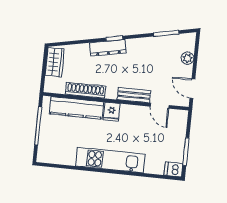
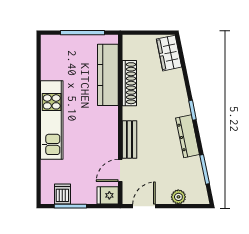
dresser: (108, 48) -> (188, 136), moved
wardrobe: (55, 62) -> (169, 53), moved, turned 78
fridge: (112, 112) -> (108, 195), moved
dishwasher: (173, 169) -> (62, 194), moved

